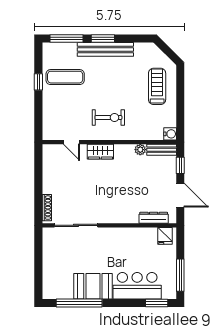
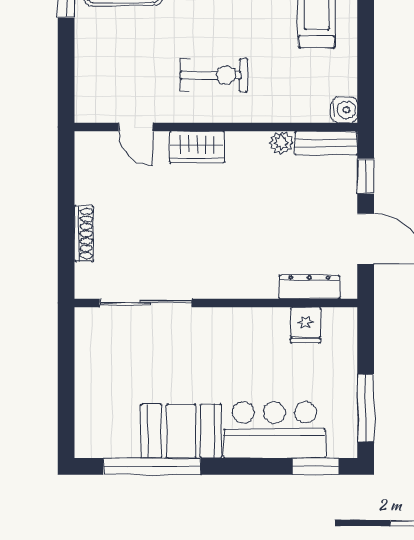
shoe rack: (47, 208) -> (84, 234), moved
fridge: (165, 236) -> (306, 325), moved

